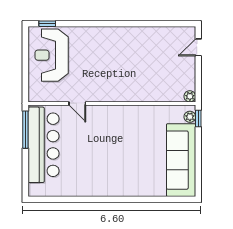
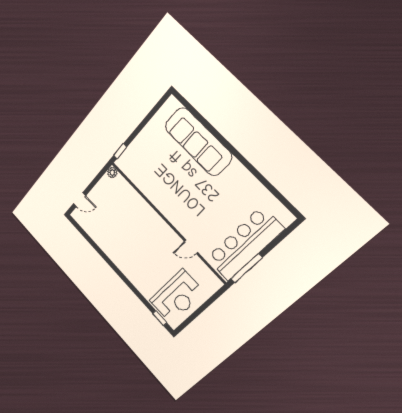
door: (77, 103) -> (191, 247), swing flipped
plant: (190, 117) -> (124, 158), removed
sofa: (181, 160) -> (198, 142), moved, turned 90

